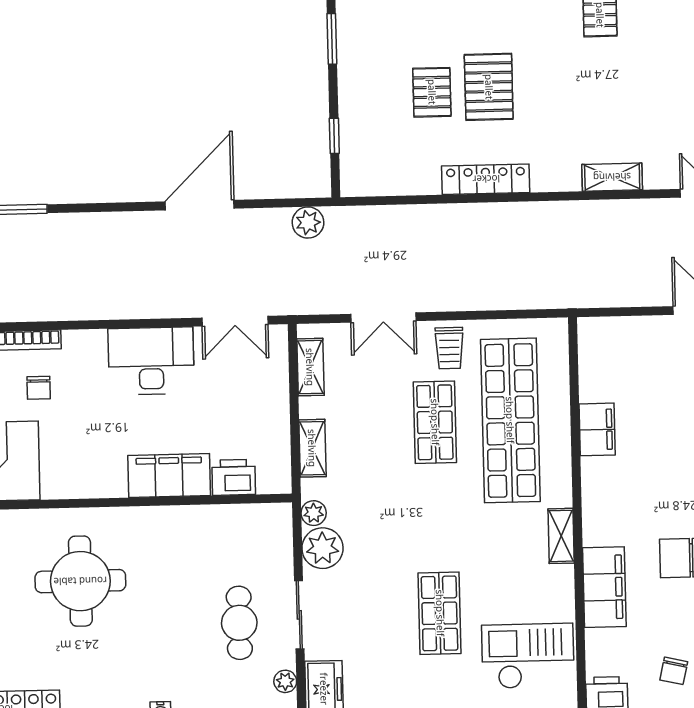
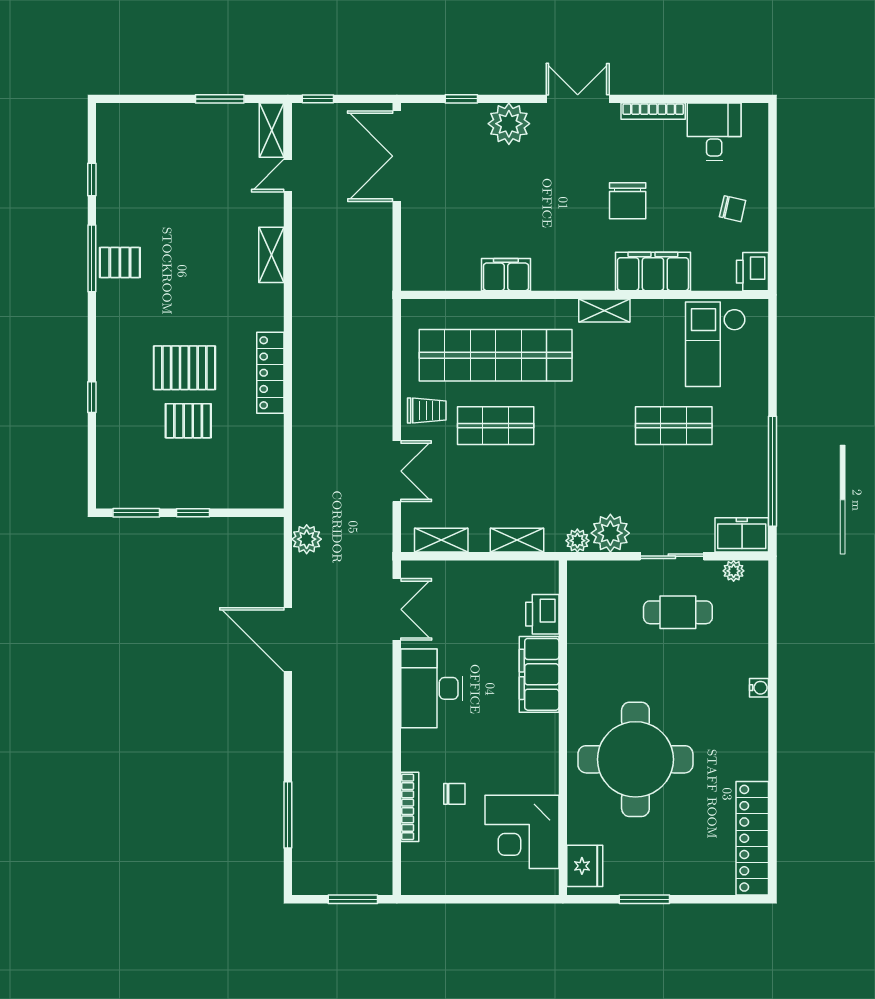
window: (334, 136) -> (193, 513), moved
round table: (80, 581) -> (635, 759), width x1.36, depth x1.36

